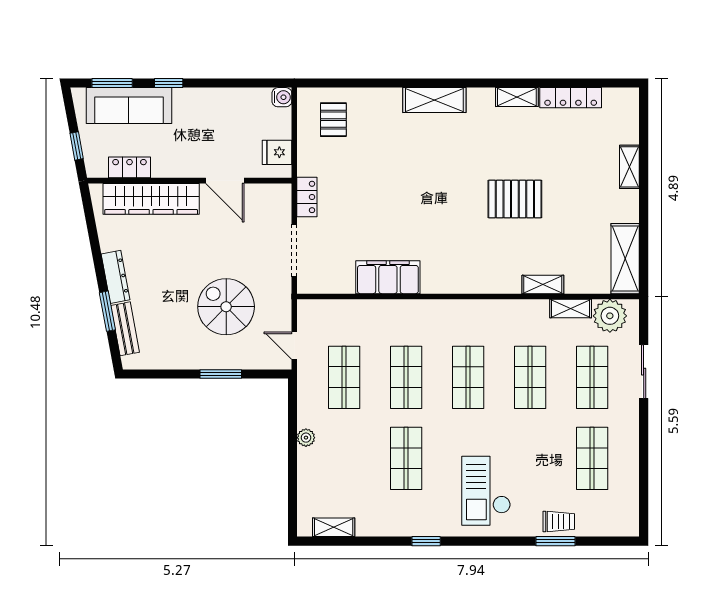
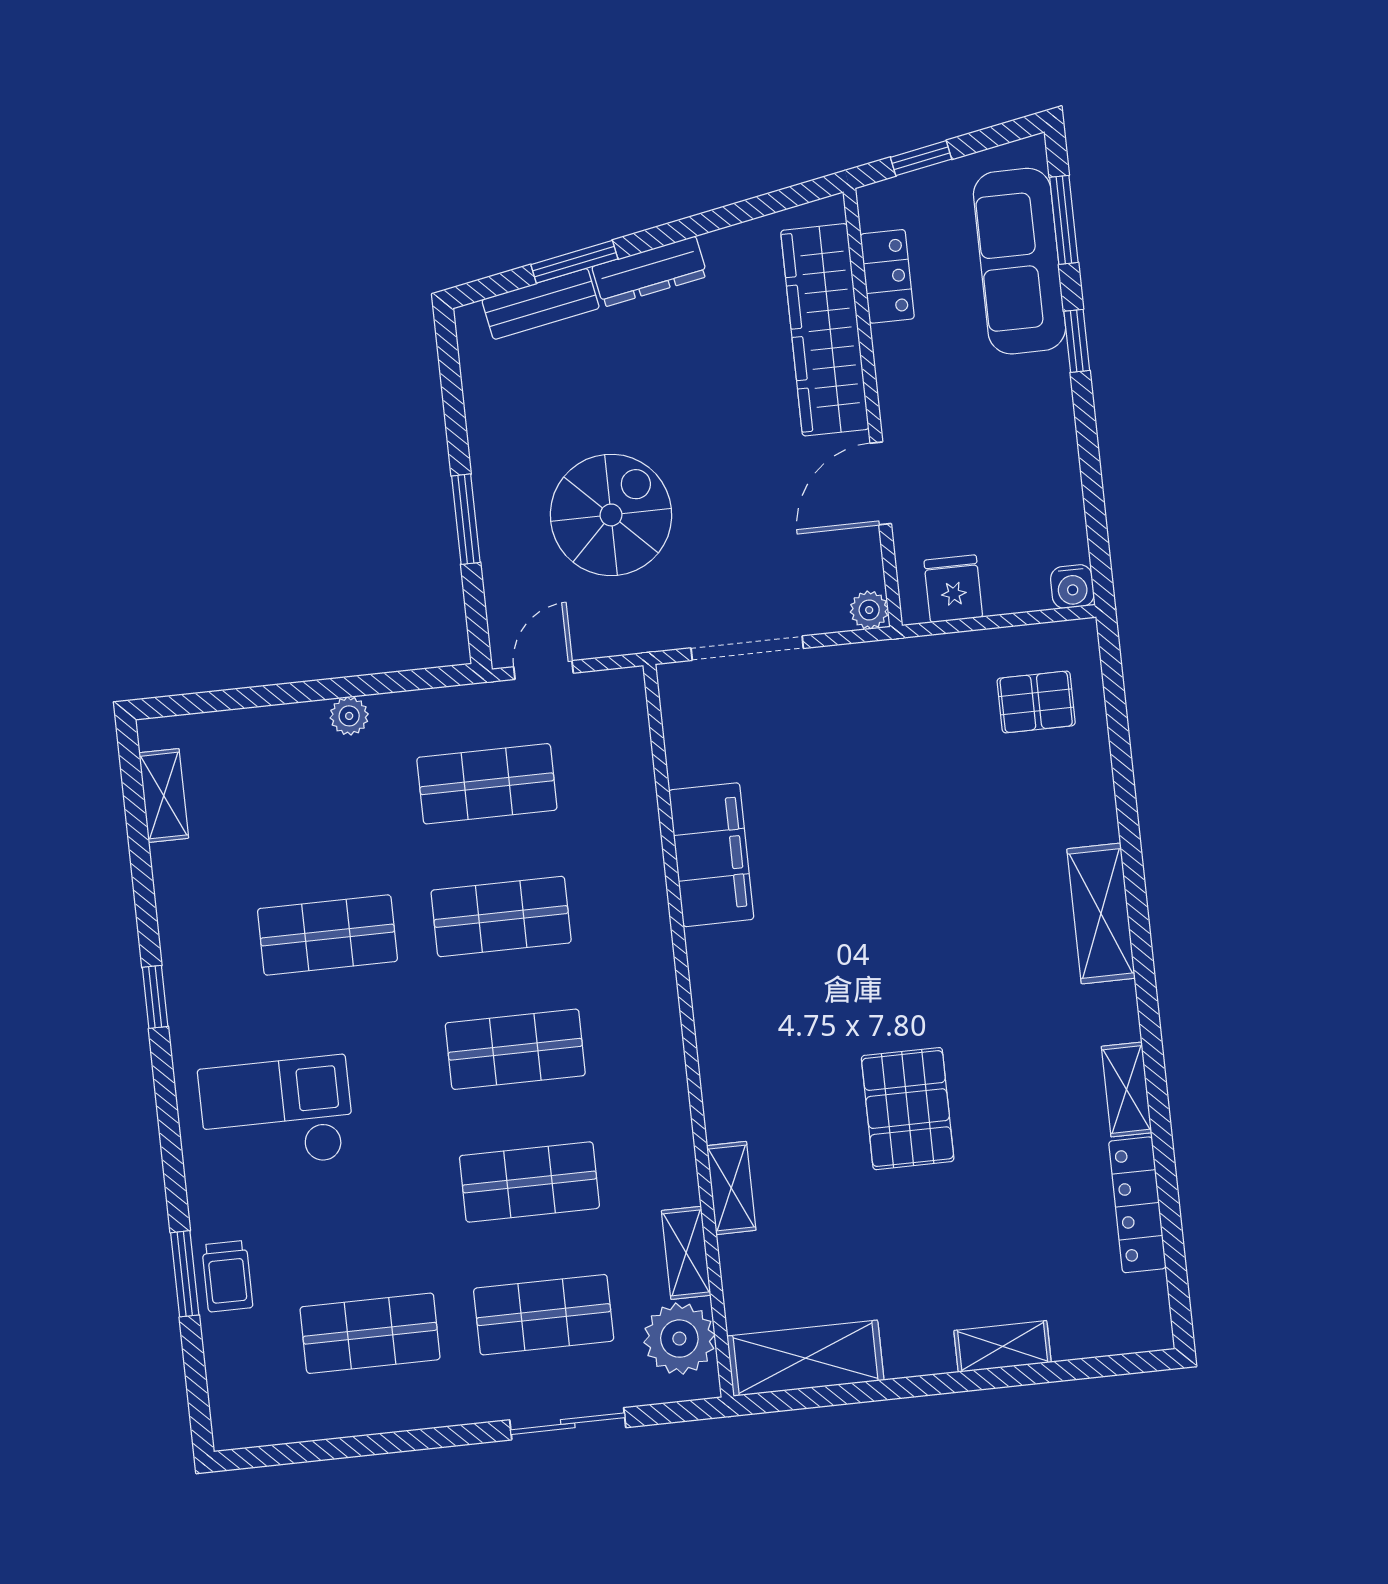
plant: (283, 192) -> (869, 610), added
locker: (307, 197) -> (864, 663), removed

